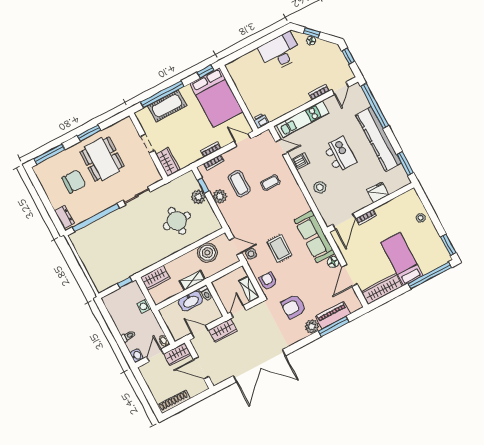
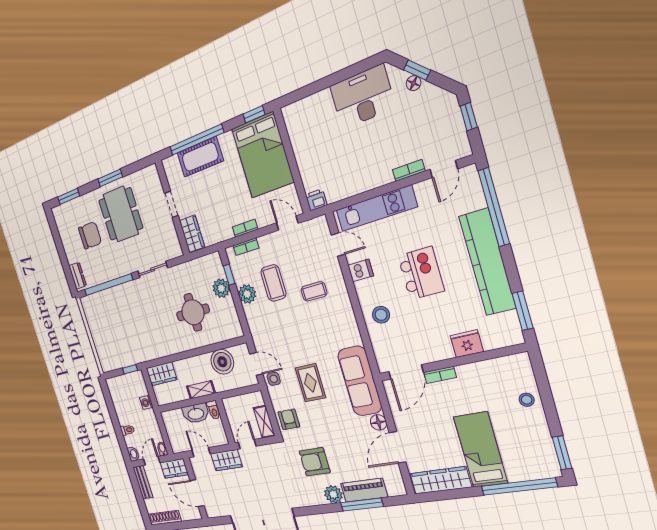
window: (49, 154) -> (69, 196), width x0.69
bench: (149, 378) -> (143, 482), added

